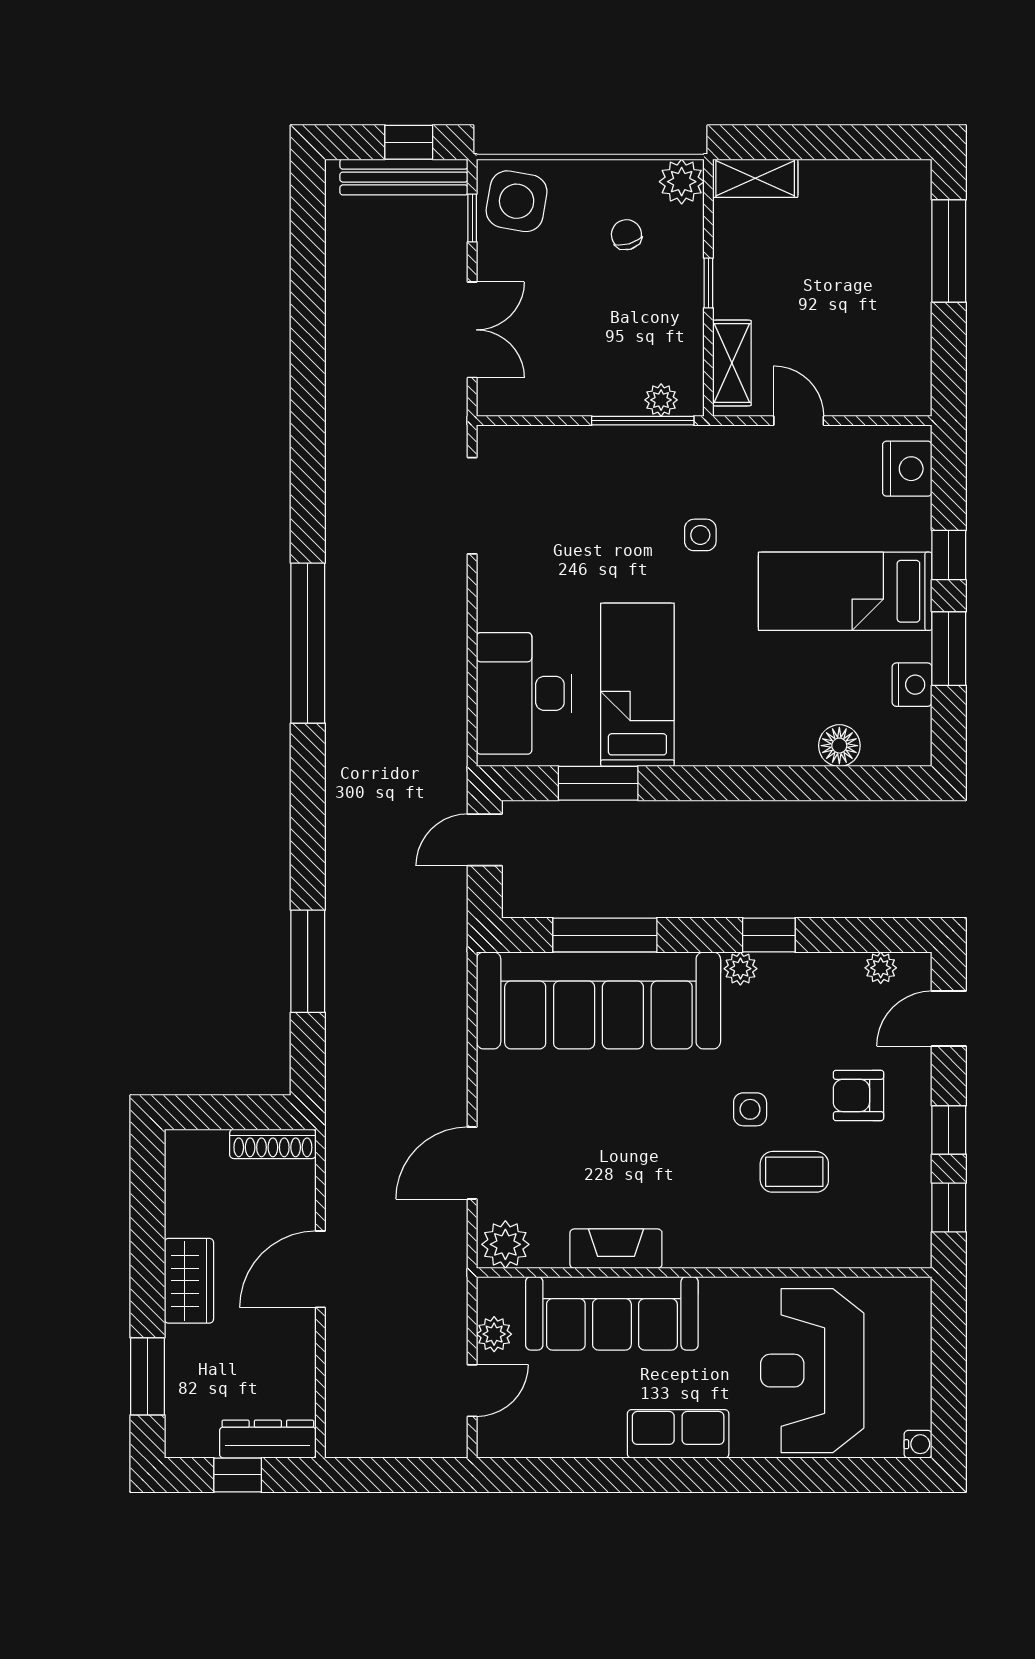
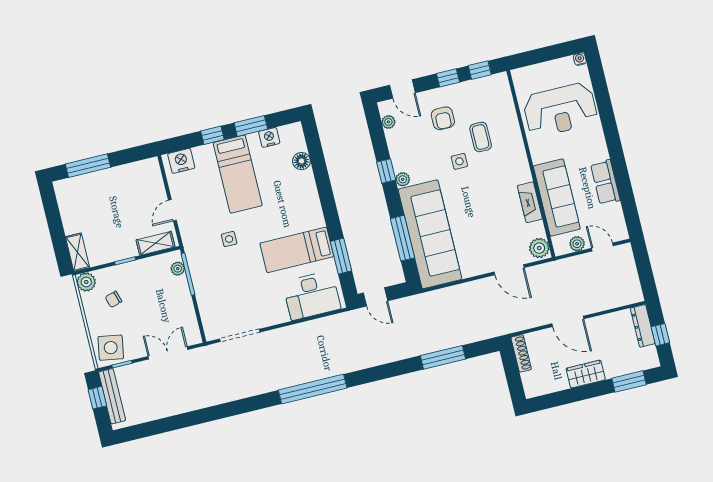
row of seats: (678, 1434) -> (605, 182), moved

